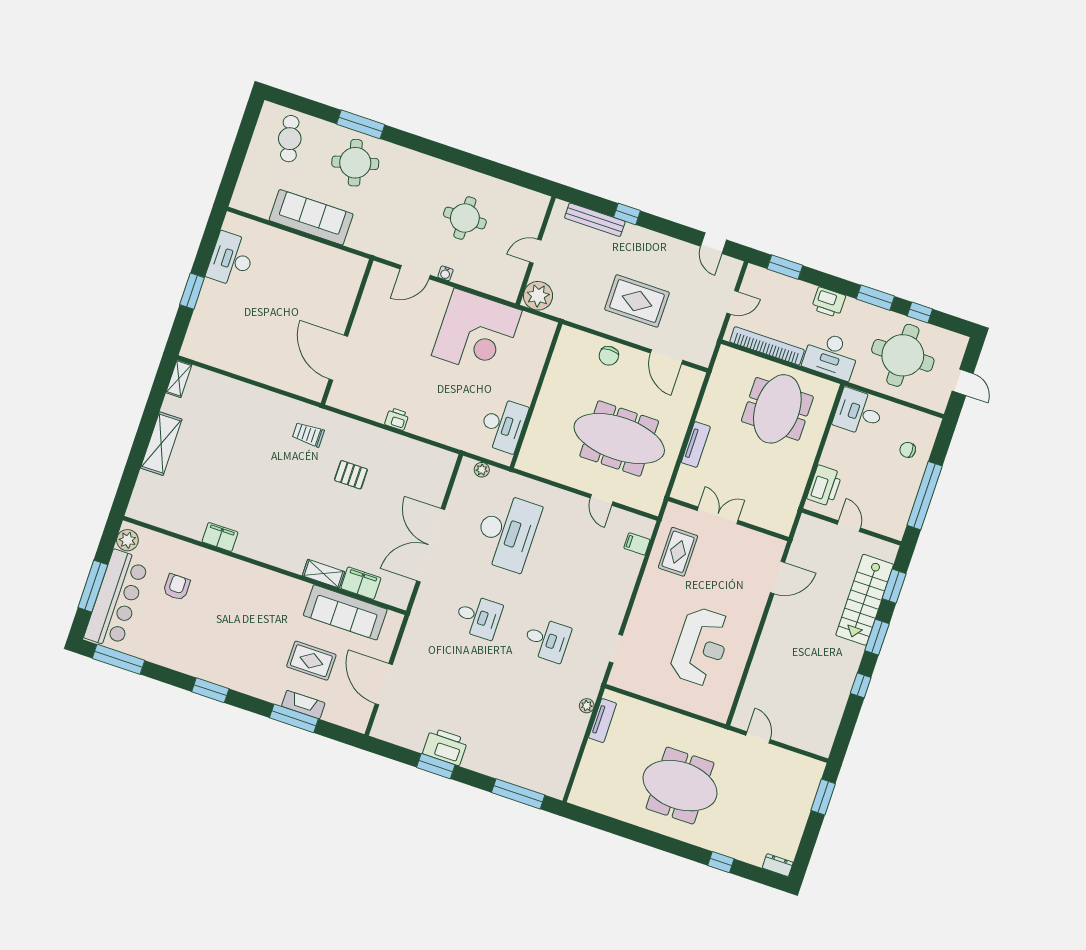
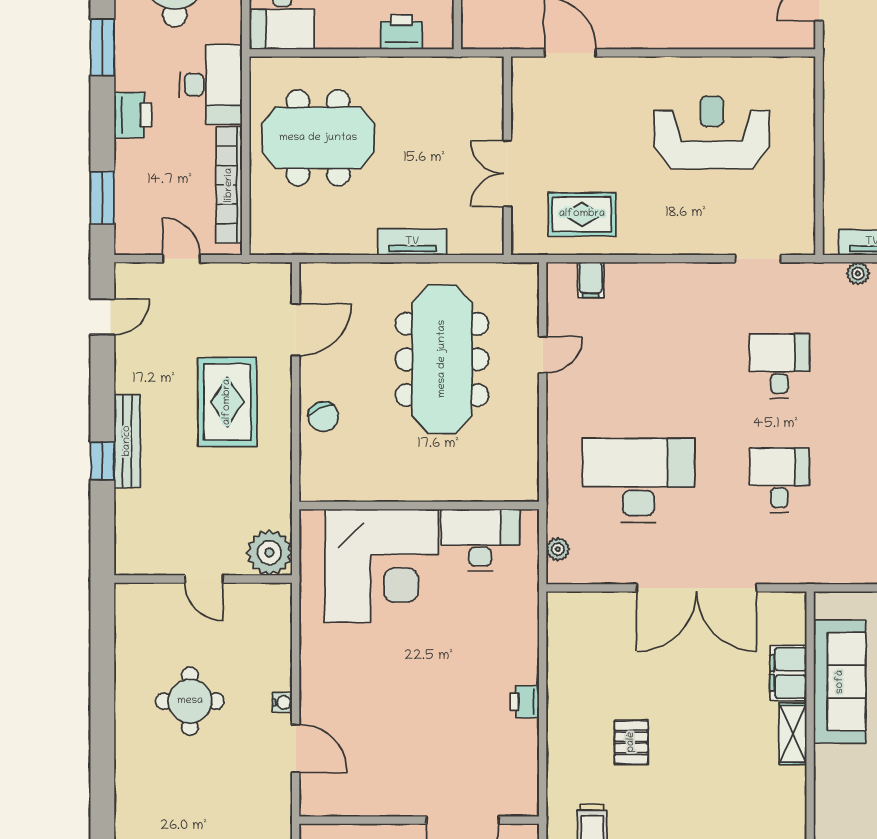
bench: (595, 220) -> (127, 441), moved
corner desk: (477, 333) -> (382, 566), moved, turned 90
chair: (609, 356) -> (323, 417), turned 67
printer: (824, 486) -> (401, 32), width x0.73, depth x0.84

